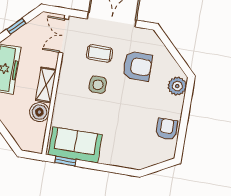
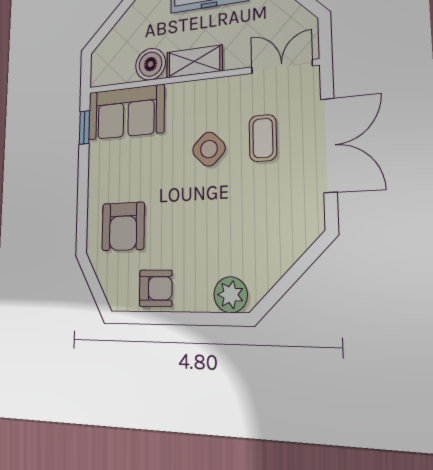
armchair: (137, 66) -> (123, 226), moved
side table: (98, 85) -> (209, 149), turned 45
sofa: (75, 145) -> (126, 112), moved, turned 90

